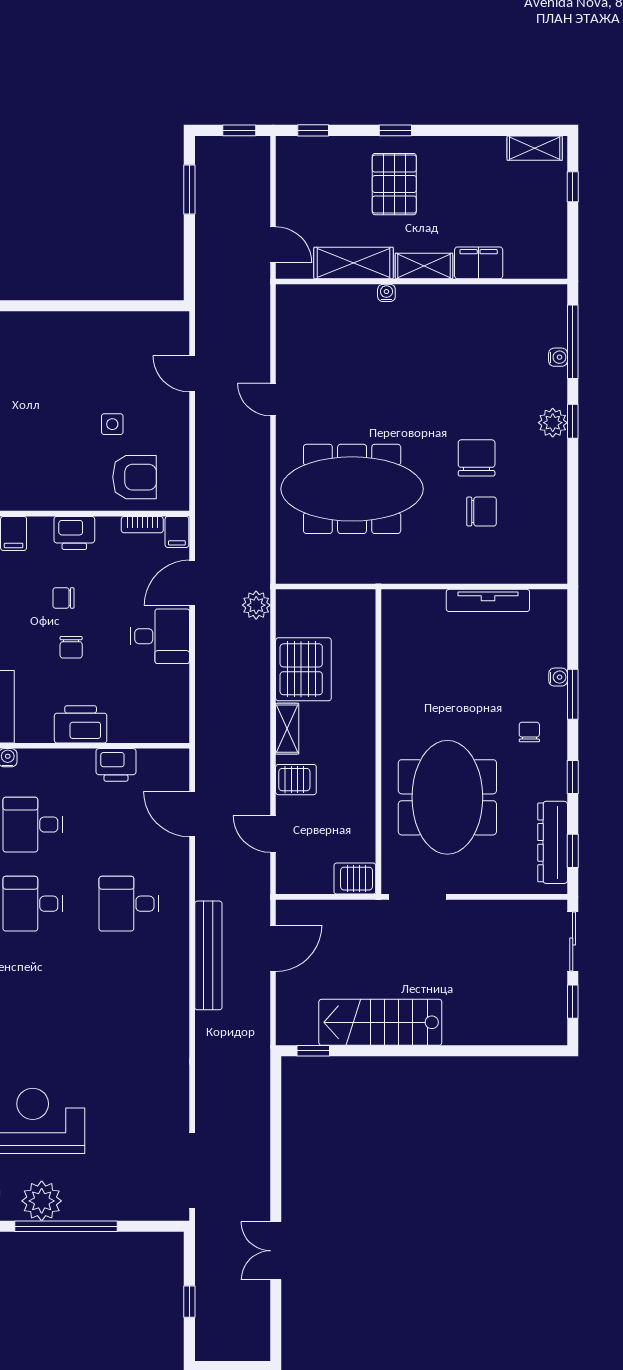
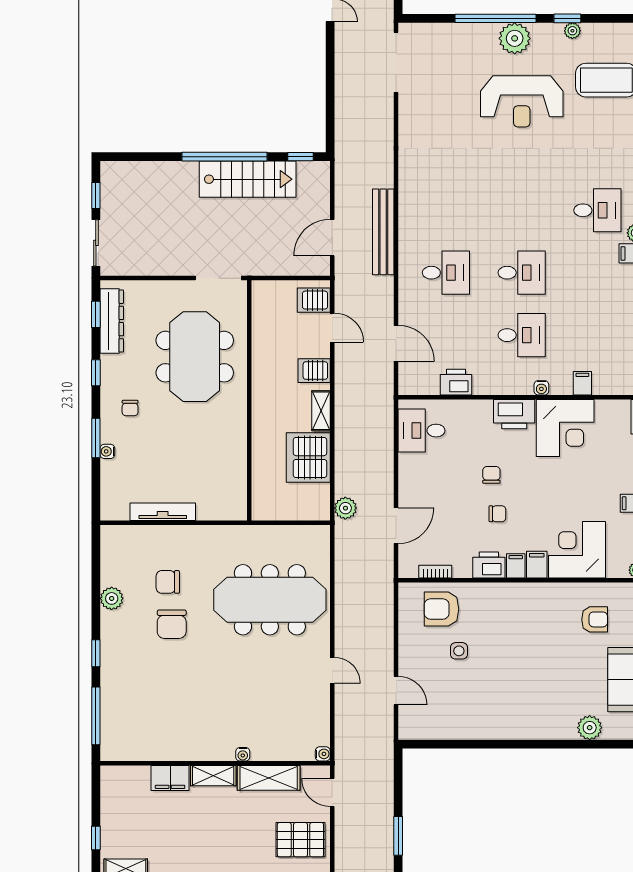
pallet: (394, 184) -> (300, 840), moved, turned 90
water cooler: (558, 357) -> (323, 754), moved, turned 180
plant: (553, 423) -> (112, 598), moved
filing cabinet: (177, 532) -> (516, 566), moved
desk: (160, 636) -> (422, 431), moved
printer: (81, 724) -> (514, 414), moved
server rack: (355, 879) -> (314, 300), moved, turned 180
window: (410, 1051) -> (225, 157), added

